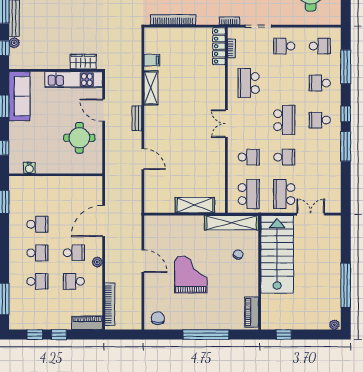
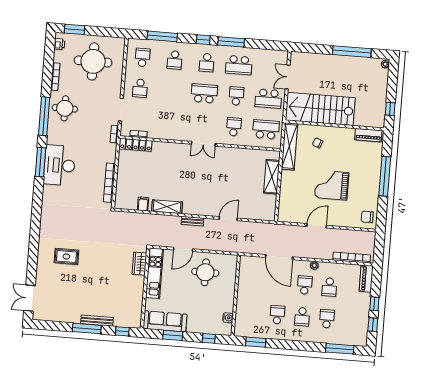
plant: (14, 43) -> (118, 322), removed
school desk: (249, 83) -> (239, 65), moved
school desk: (37, 253) -> (302, 317), turned 180

